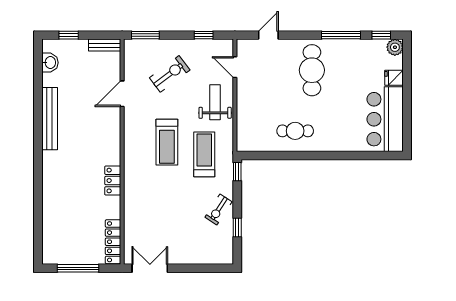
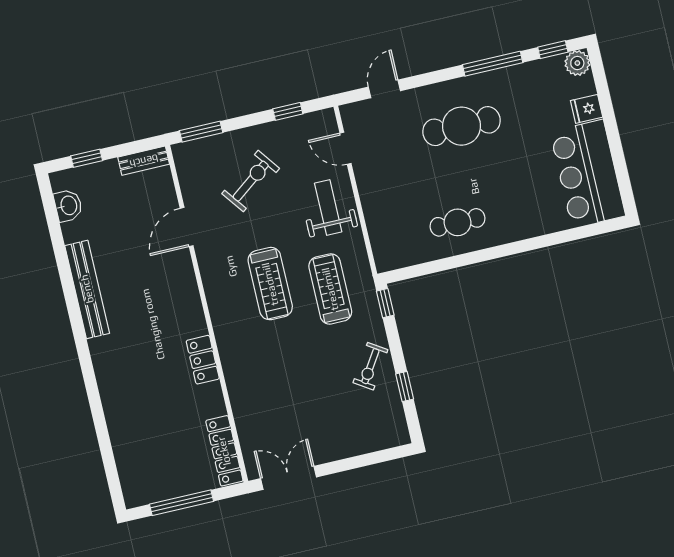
cafe table: (312, 70) -> (461, 126), turned 90

